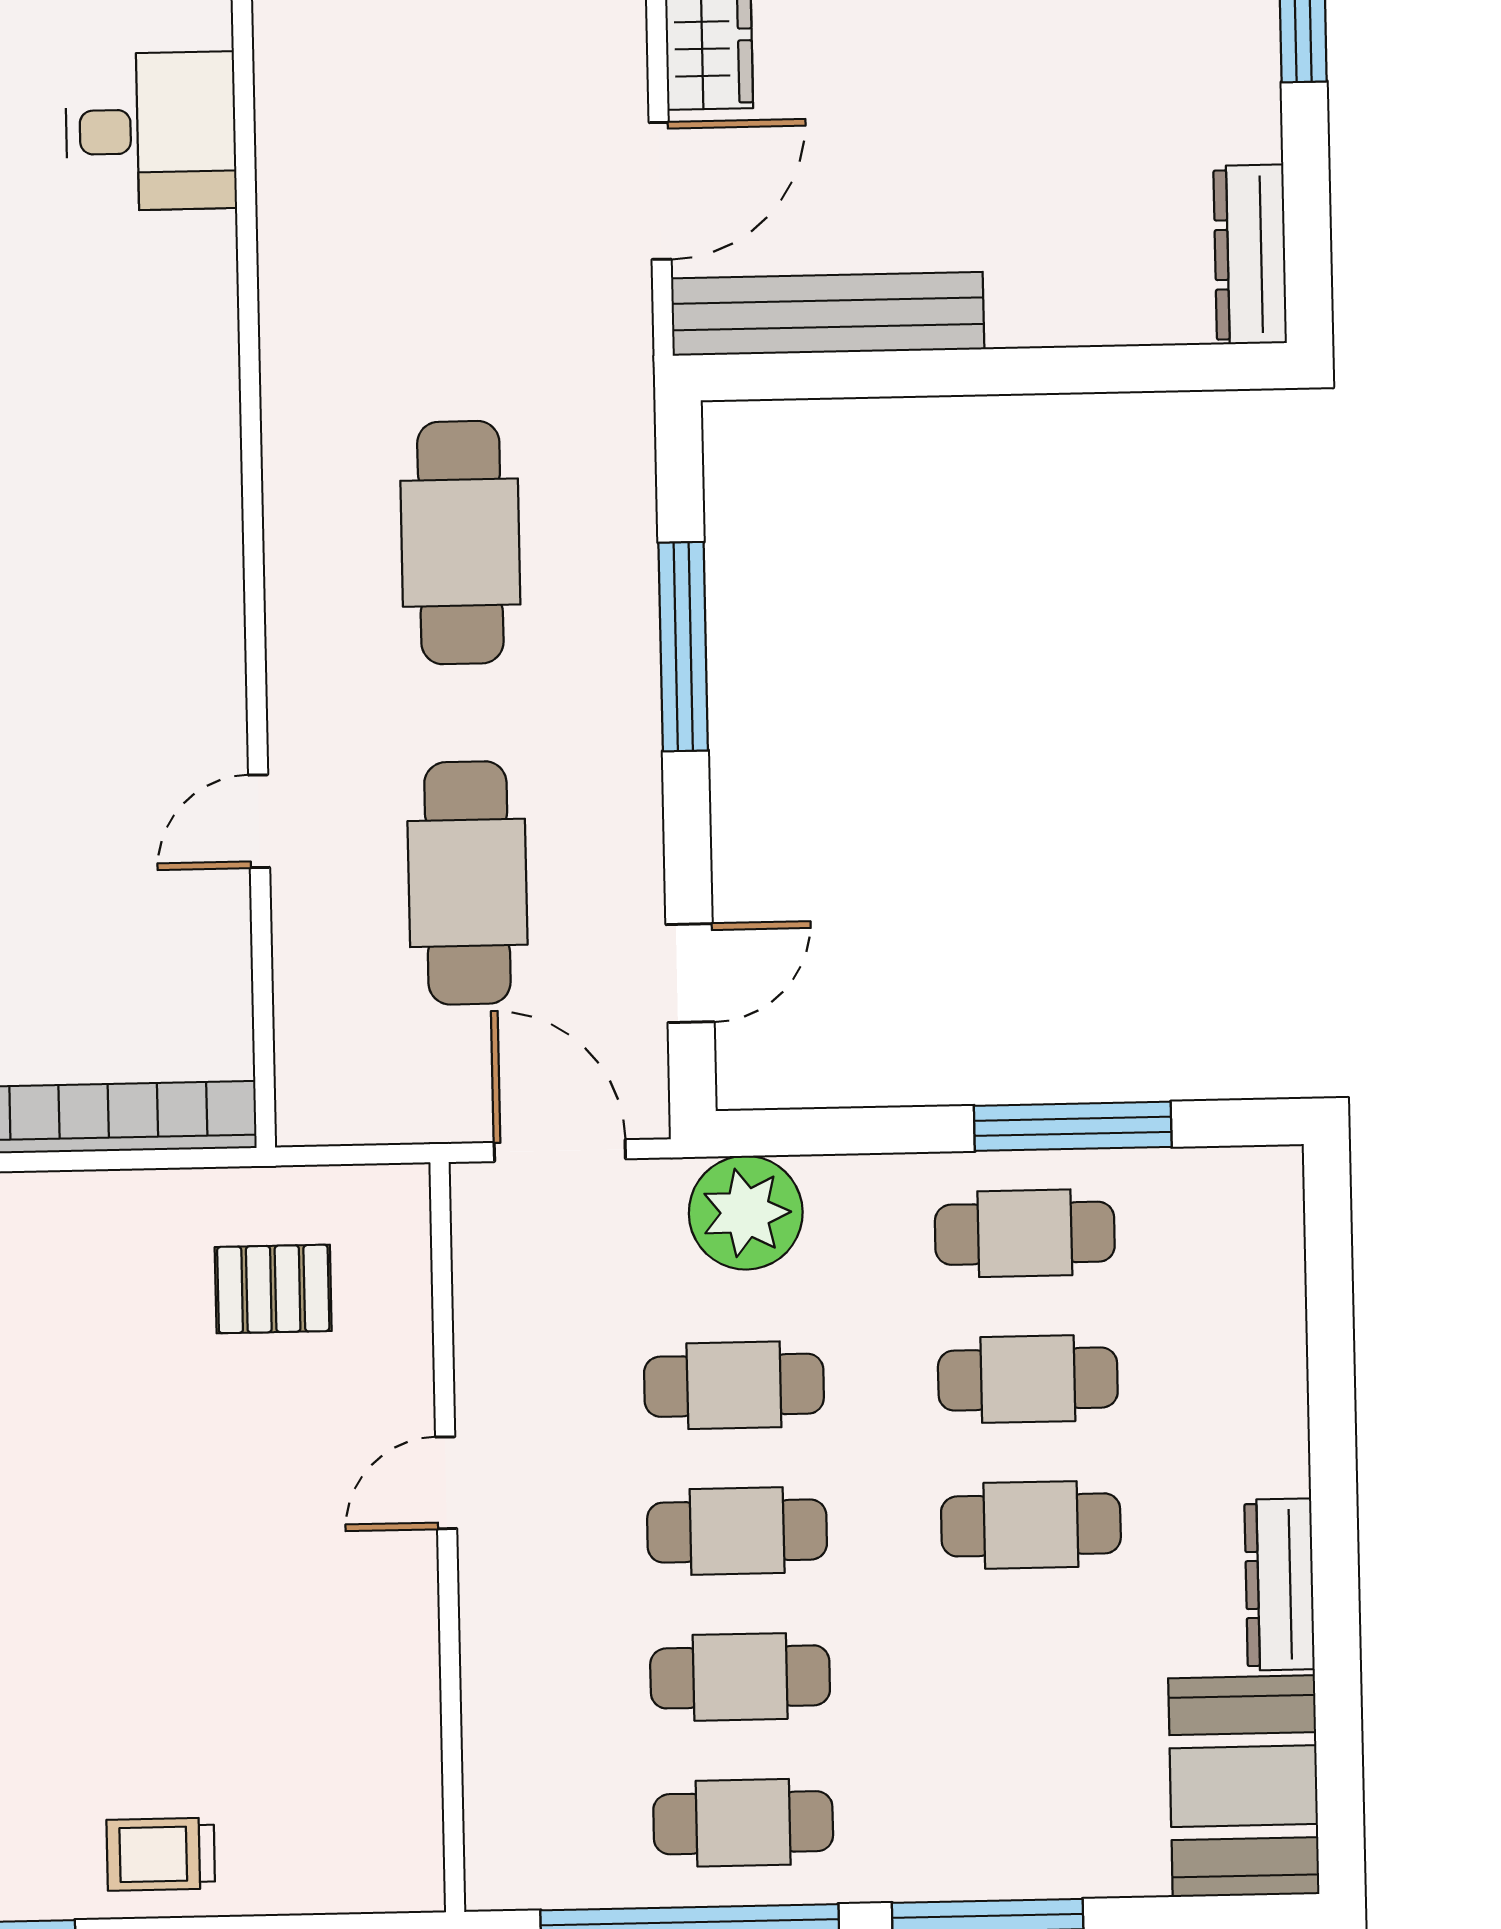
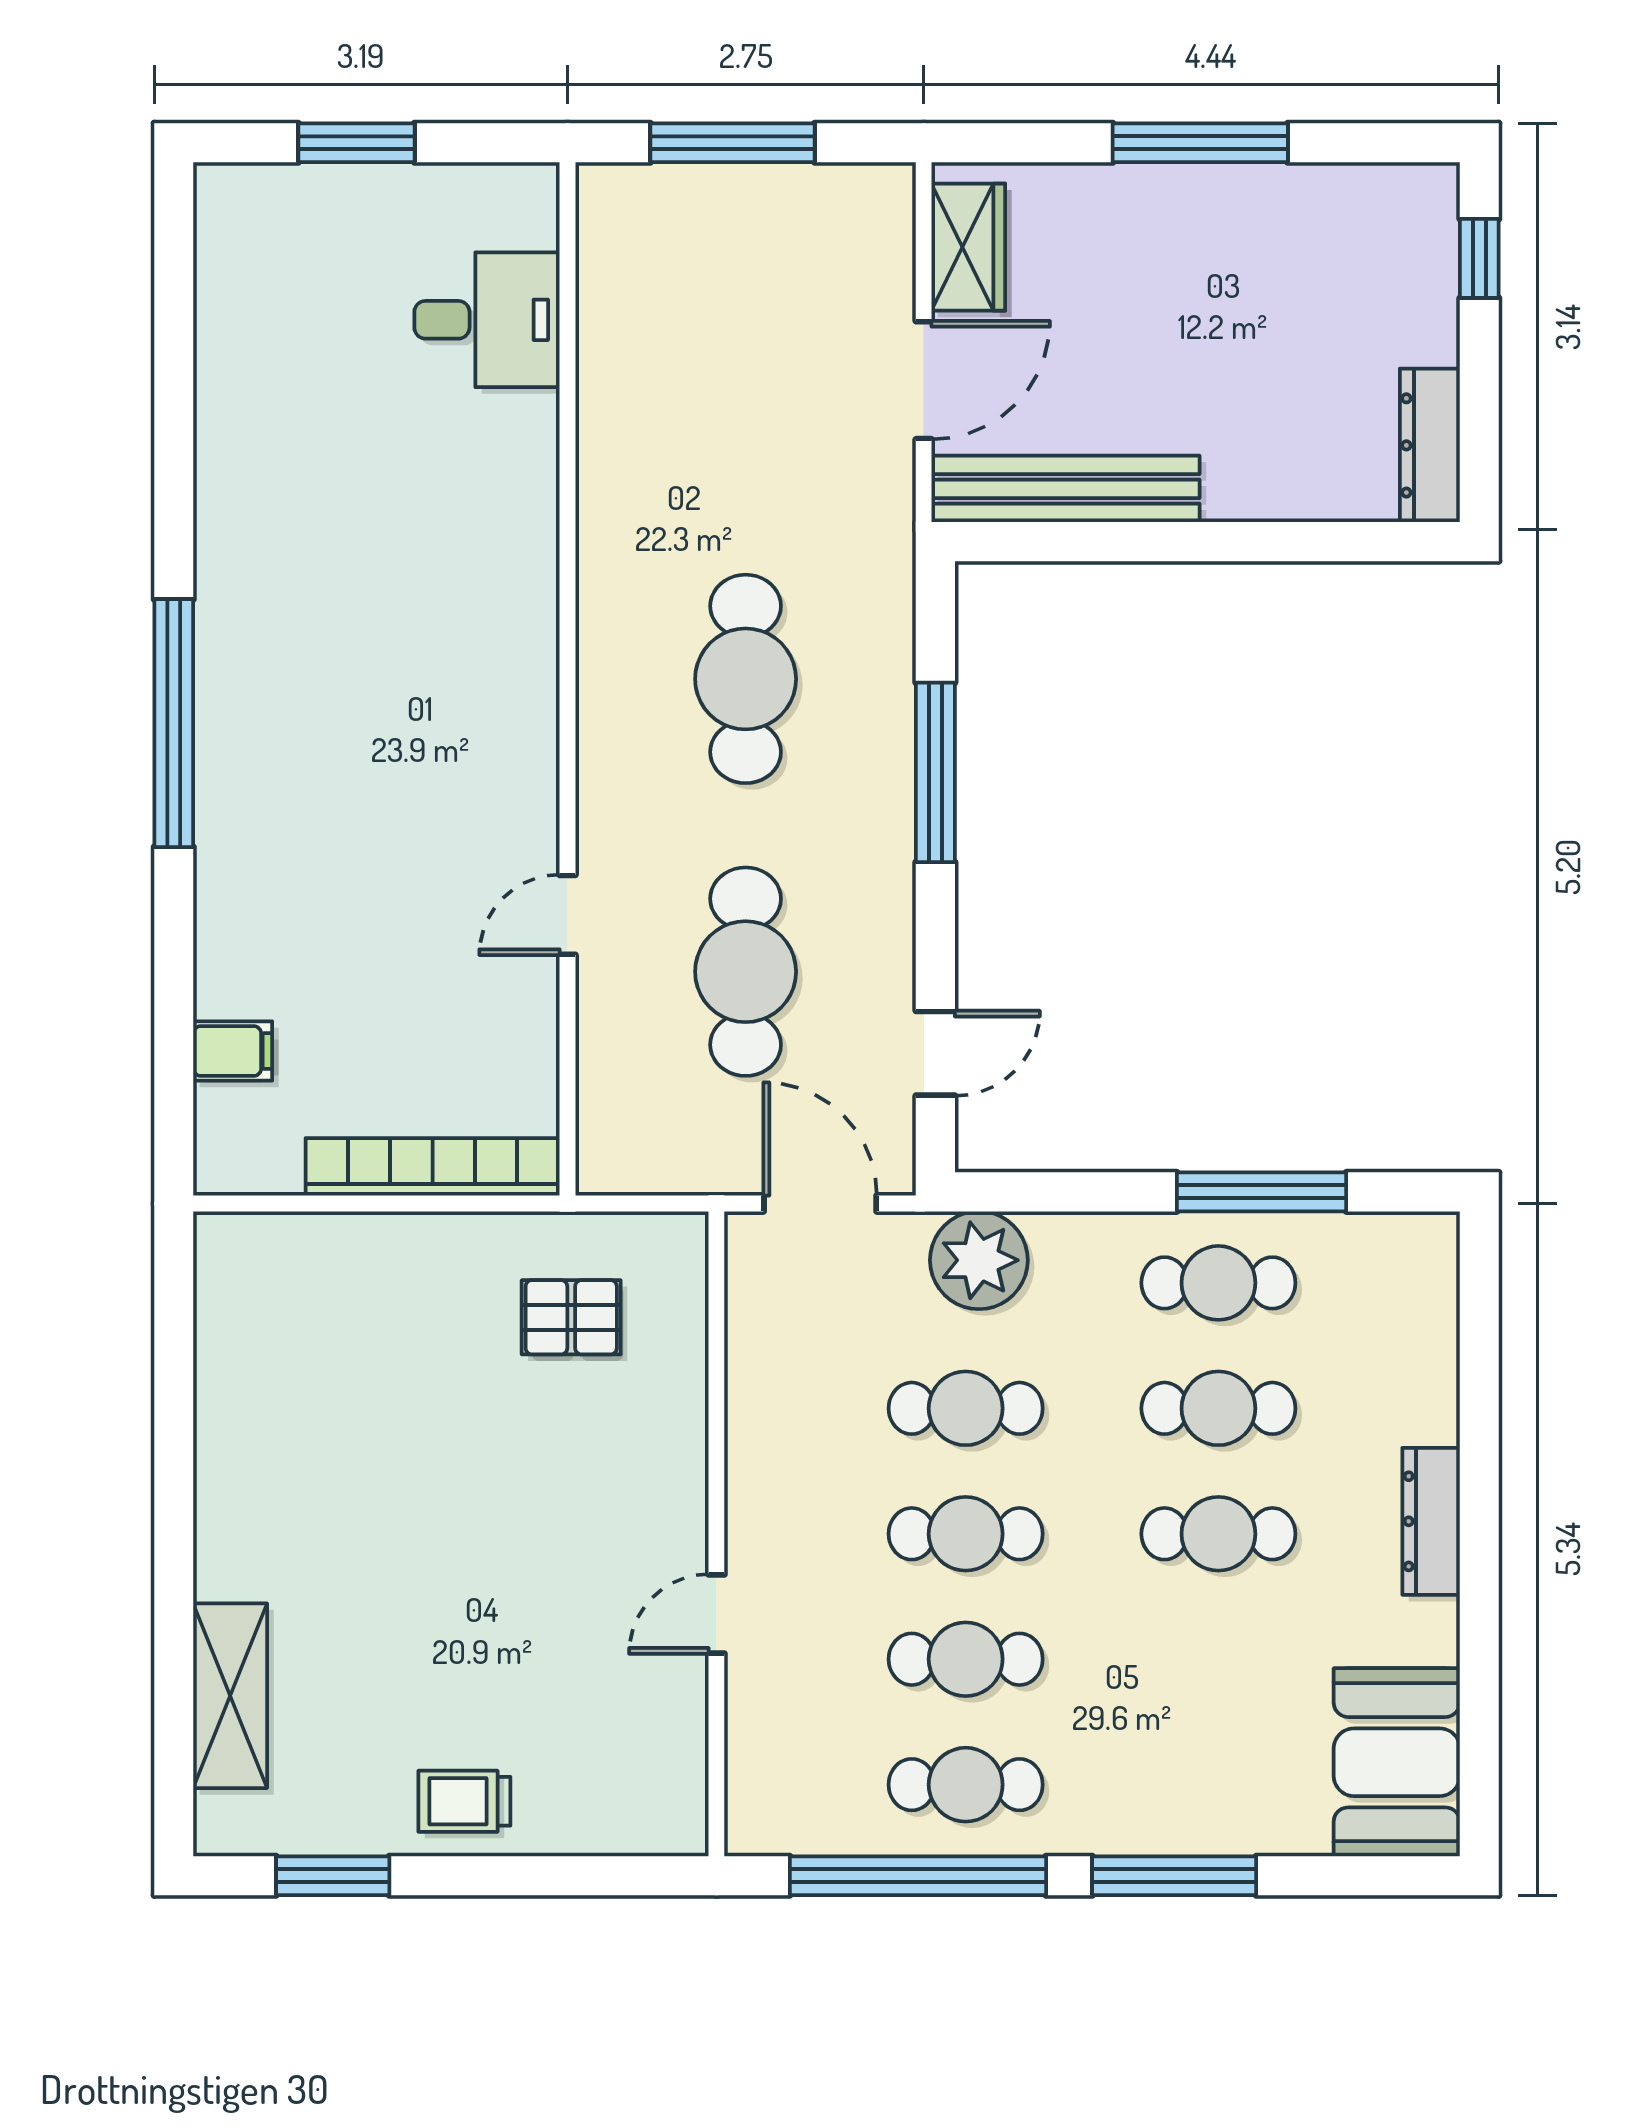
door: (446, 1483) -> (716, 1614), moved
dresser: (1280, 1584) -> (1431, 1521), moved

